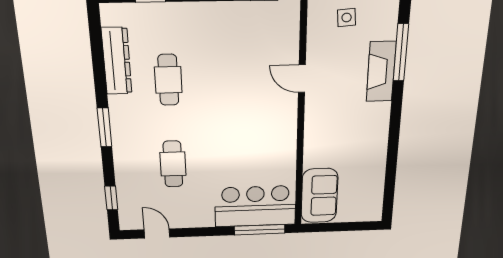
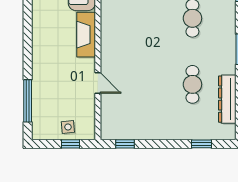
fireplace: (381, 72) -> (86, 35), moved, turned 180

